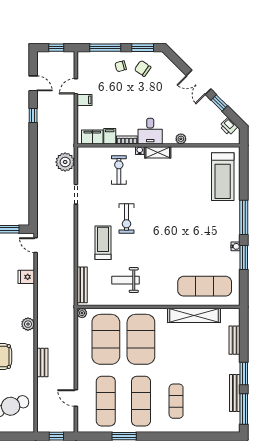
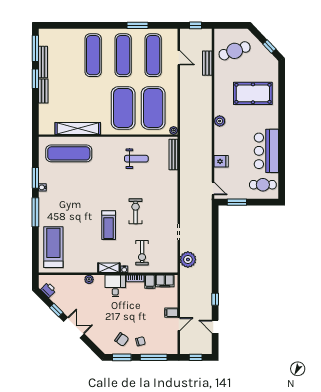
treadmill: (103, 243) -> (109, 225), moved
bench: (235, 340) -> (43, 91), moved
bench: (42, 362) -> (207, 63), moved
exercise mat: (176, 401) -> (93, 55), width x1.36, depth x1.45

